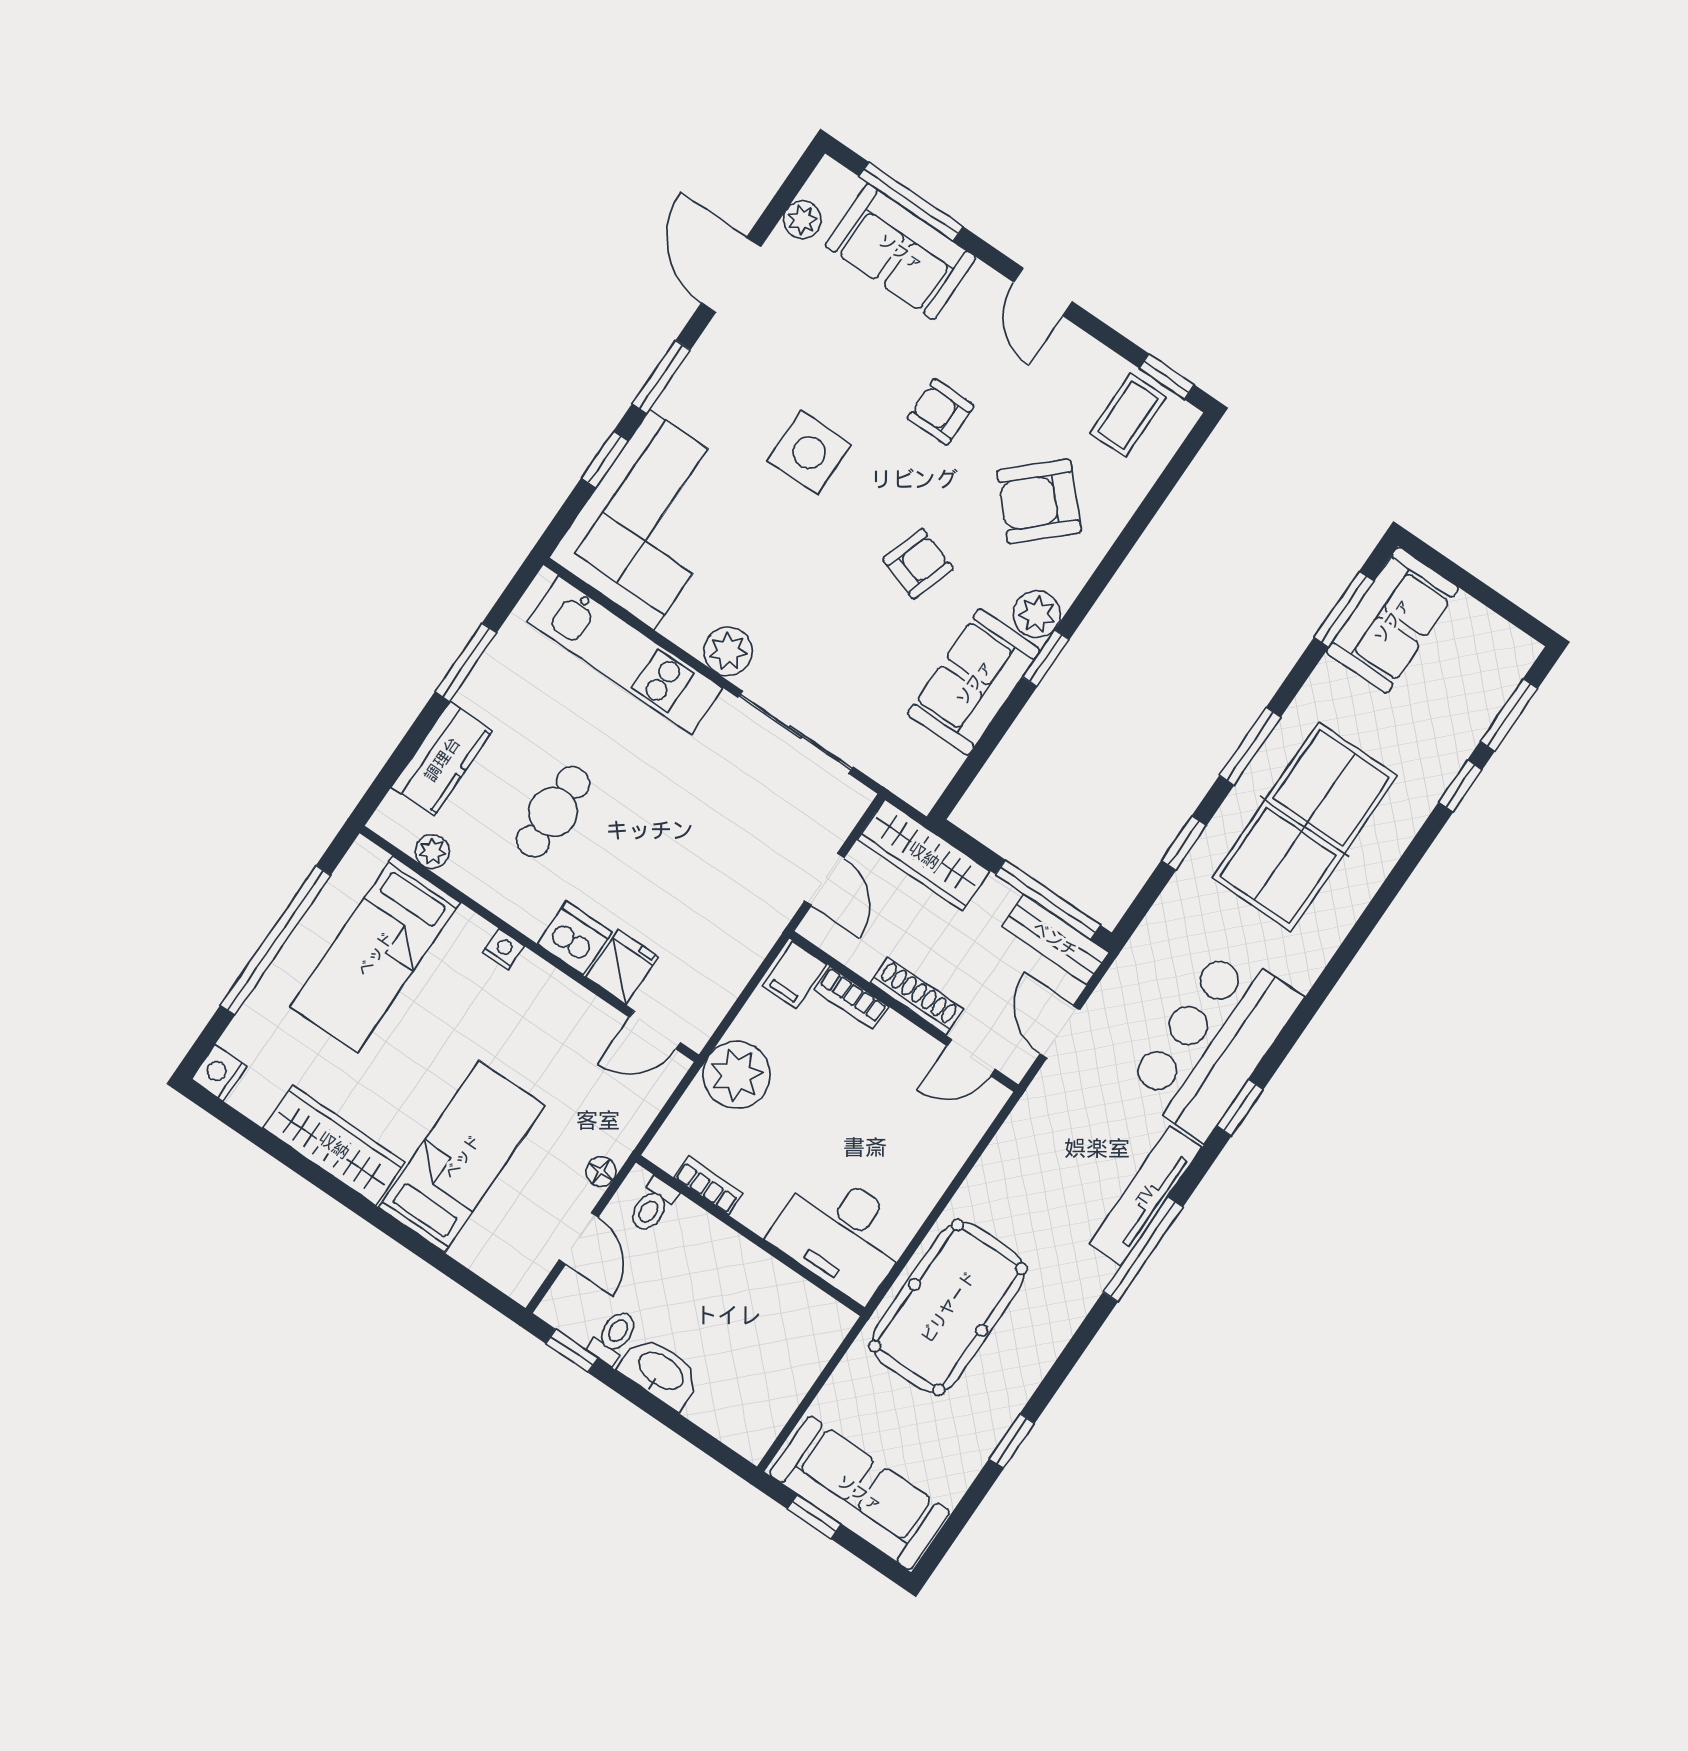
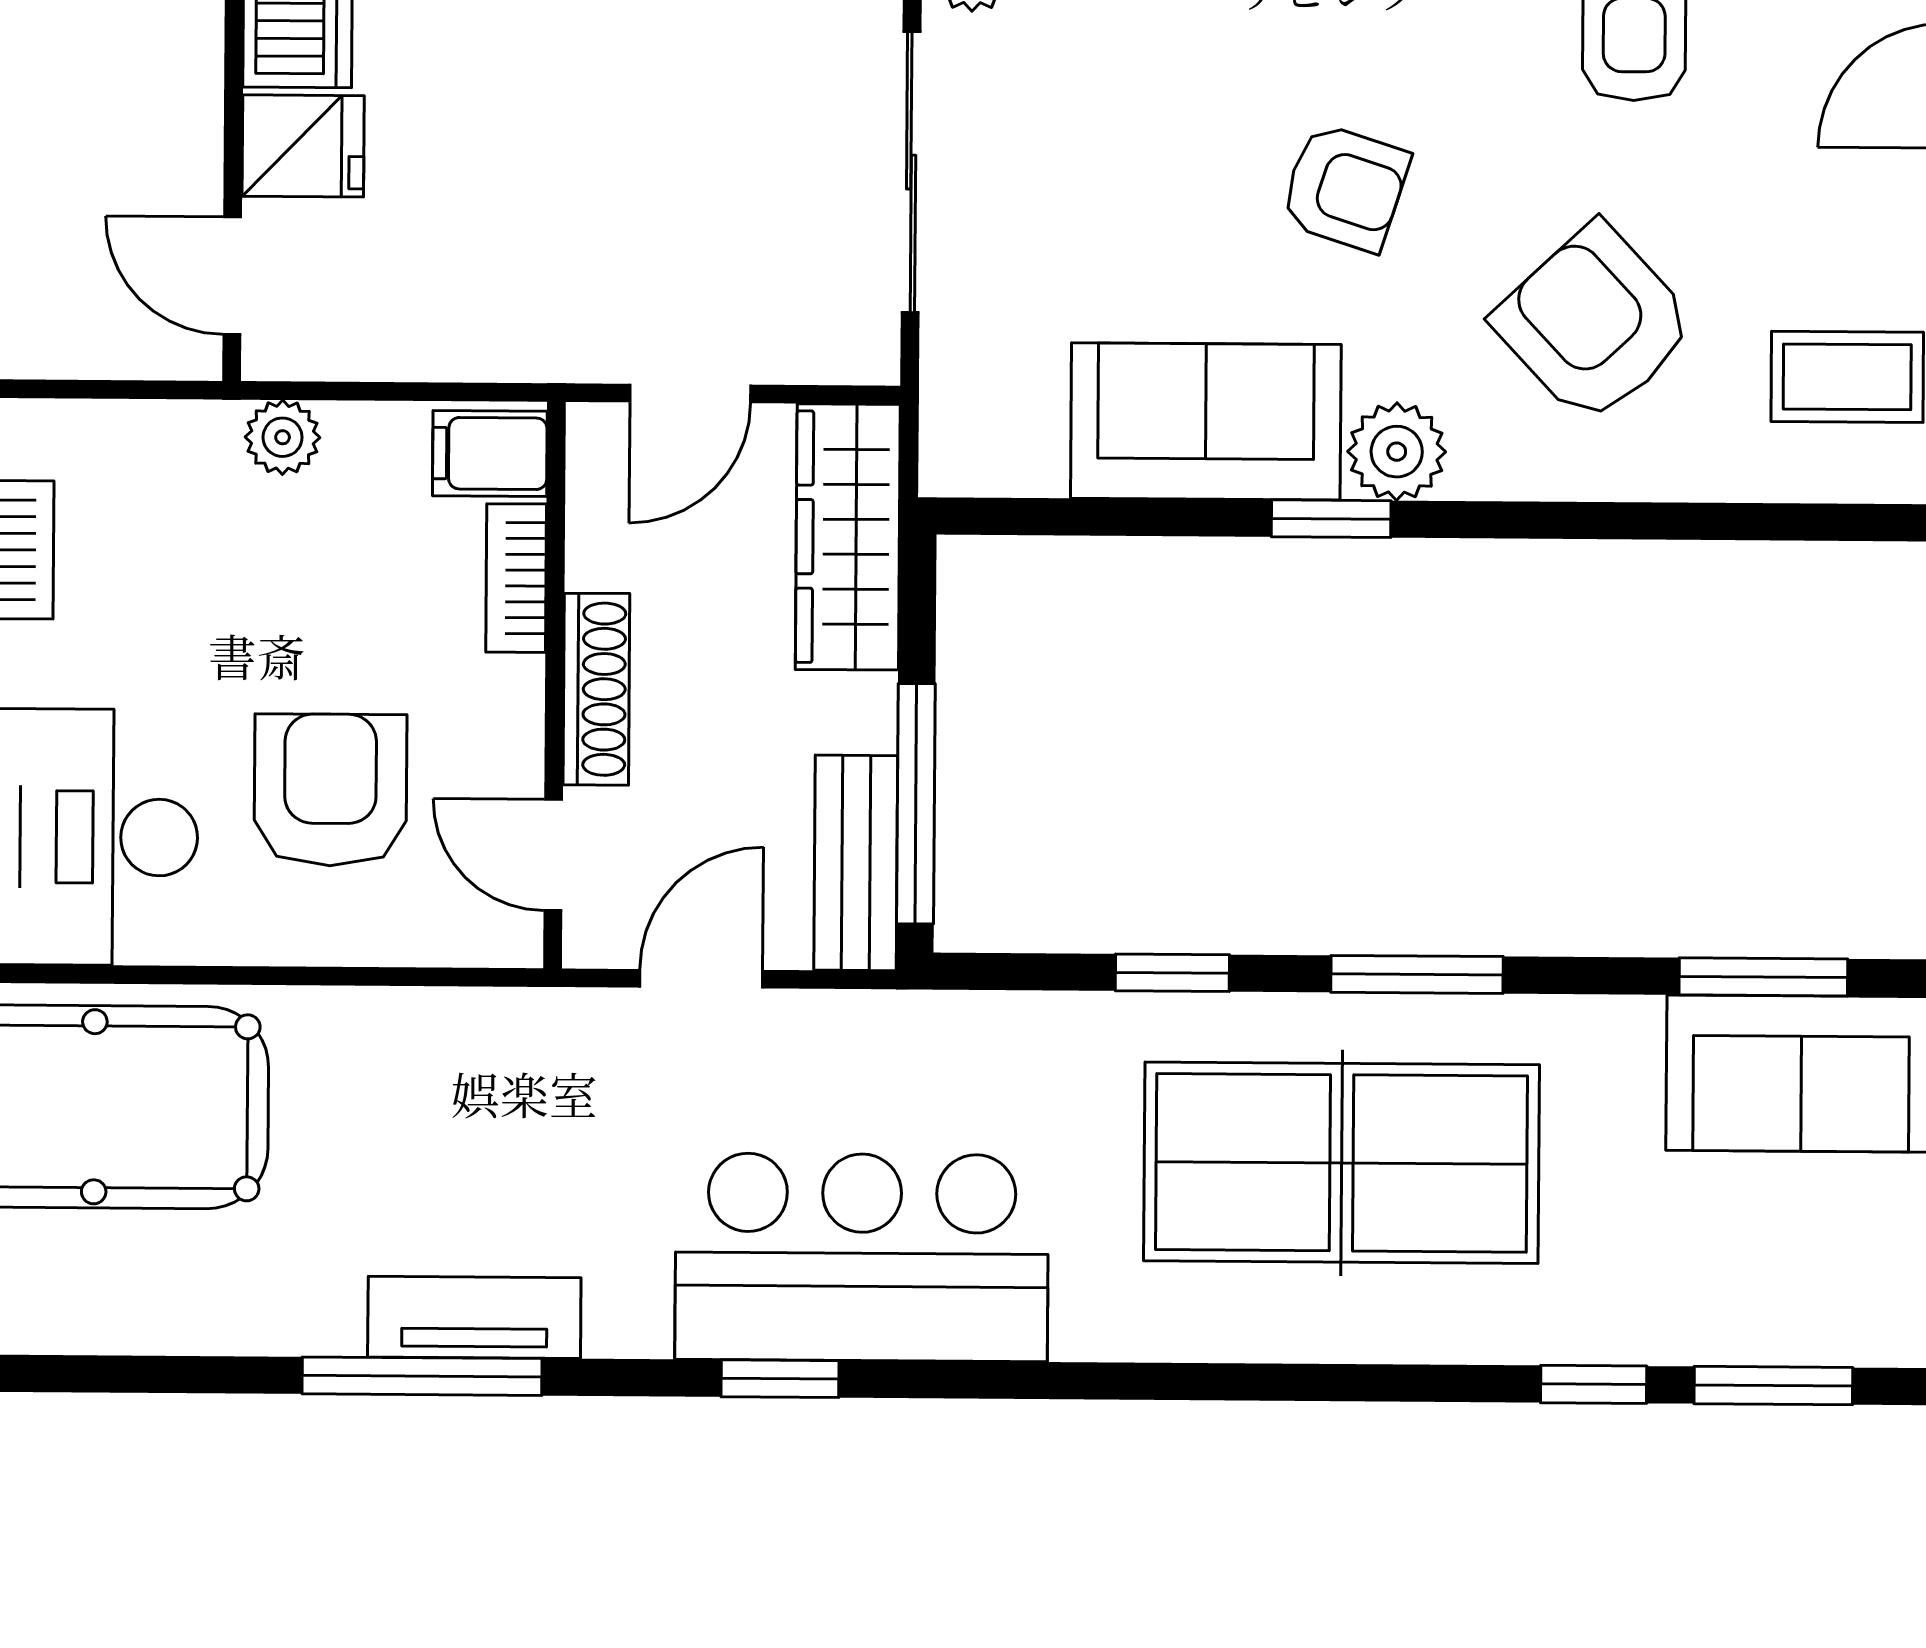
plant: (737, 1075) -> (283, 437), width x0.53, depth x0.53
armchair: (886, 1129) -> (330, 790), added
tv unit: (1145, 1196) -> (474, 1317), width x0.71

